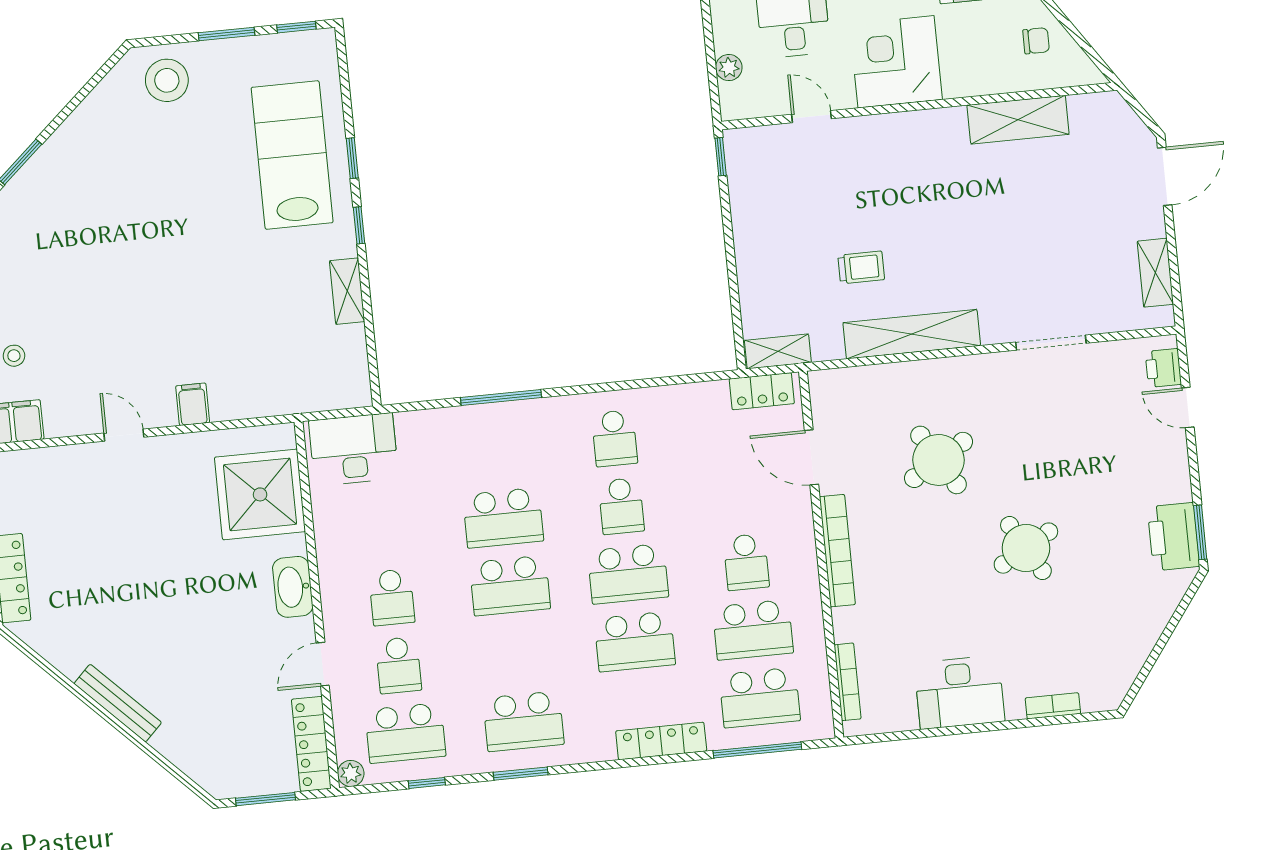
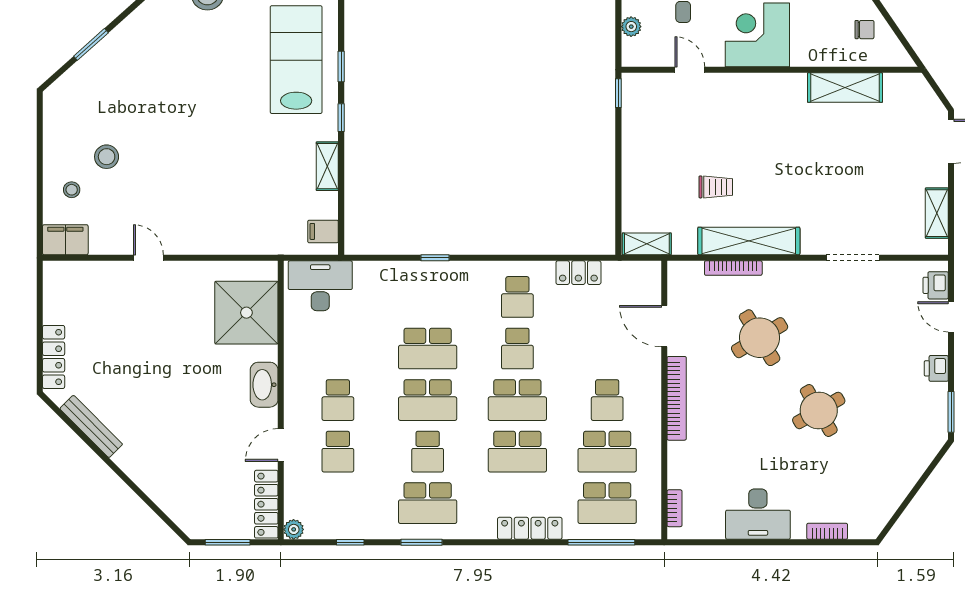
stool: (56, 308) -> (107, 157), added
bookcase: (895, 372) -> (733, 268), added
locker: (762, 391) -> (578, 273), moved
window: (501, 397) -> (435, 258), width x0.46
filing cabinet: (193, 404) -> (323, 231), moved, turned -90
printer: (1173, 537) -> (936, 368), moved, width x0.53, depth x0.68
bookcase: (848, 682) -> (674, 508), width x0.64
bench: (118, 703) -> (91, 426), moved
school desk: (405, 733) -> (428, 452), moved, width x0.54

